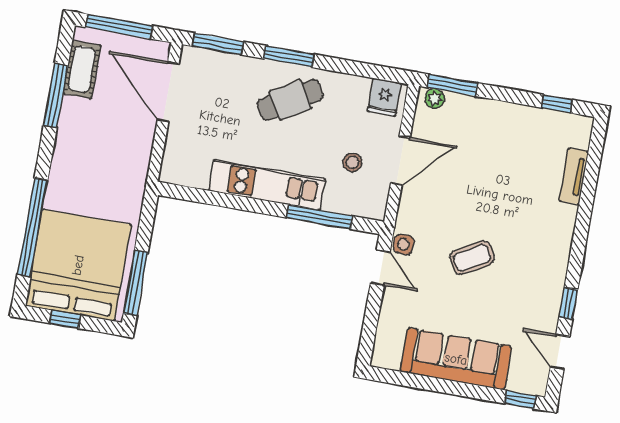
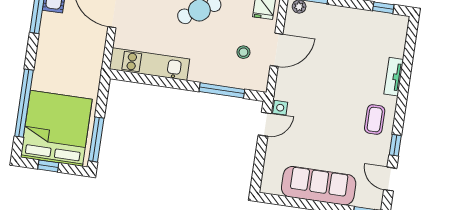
tv unit: (574, 176) -> (394, 77), moved
kitchen unit: (267, 185) -> (150, 64), moved
coffee table: (472, 258) -> (375, 120), moved, turned -60
door: (380, 268) -> (265, 124), hinge flipped

